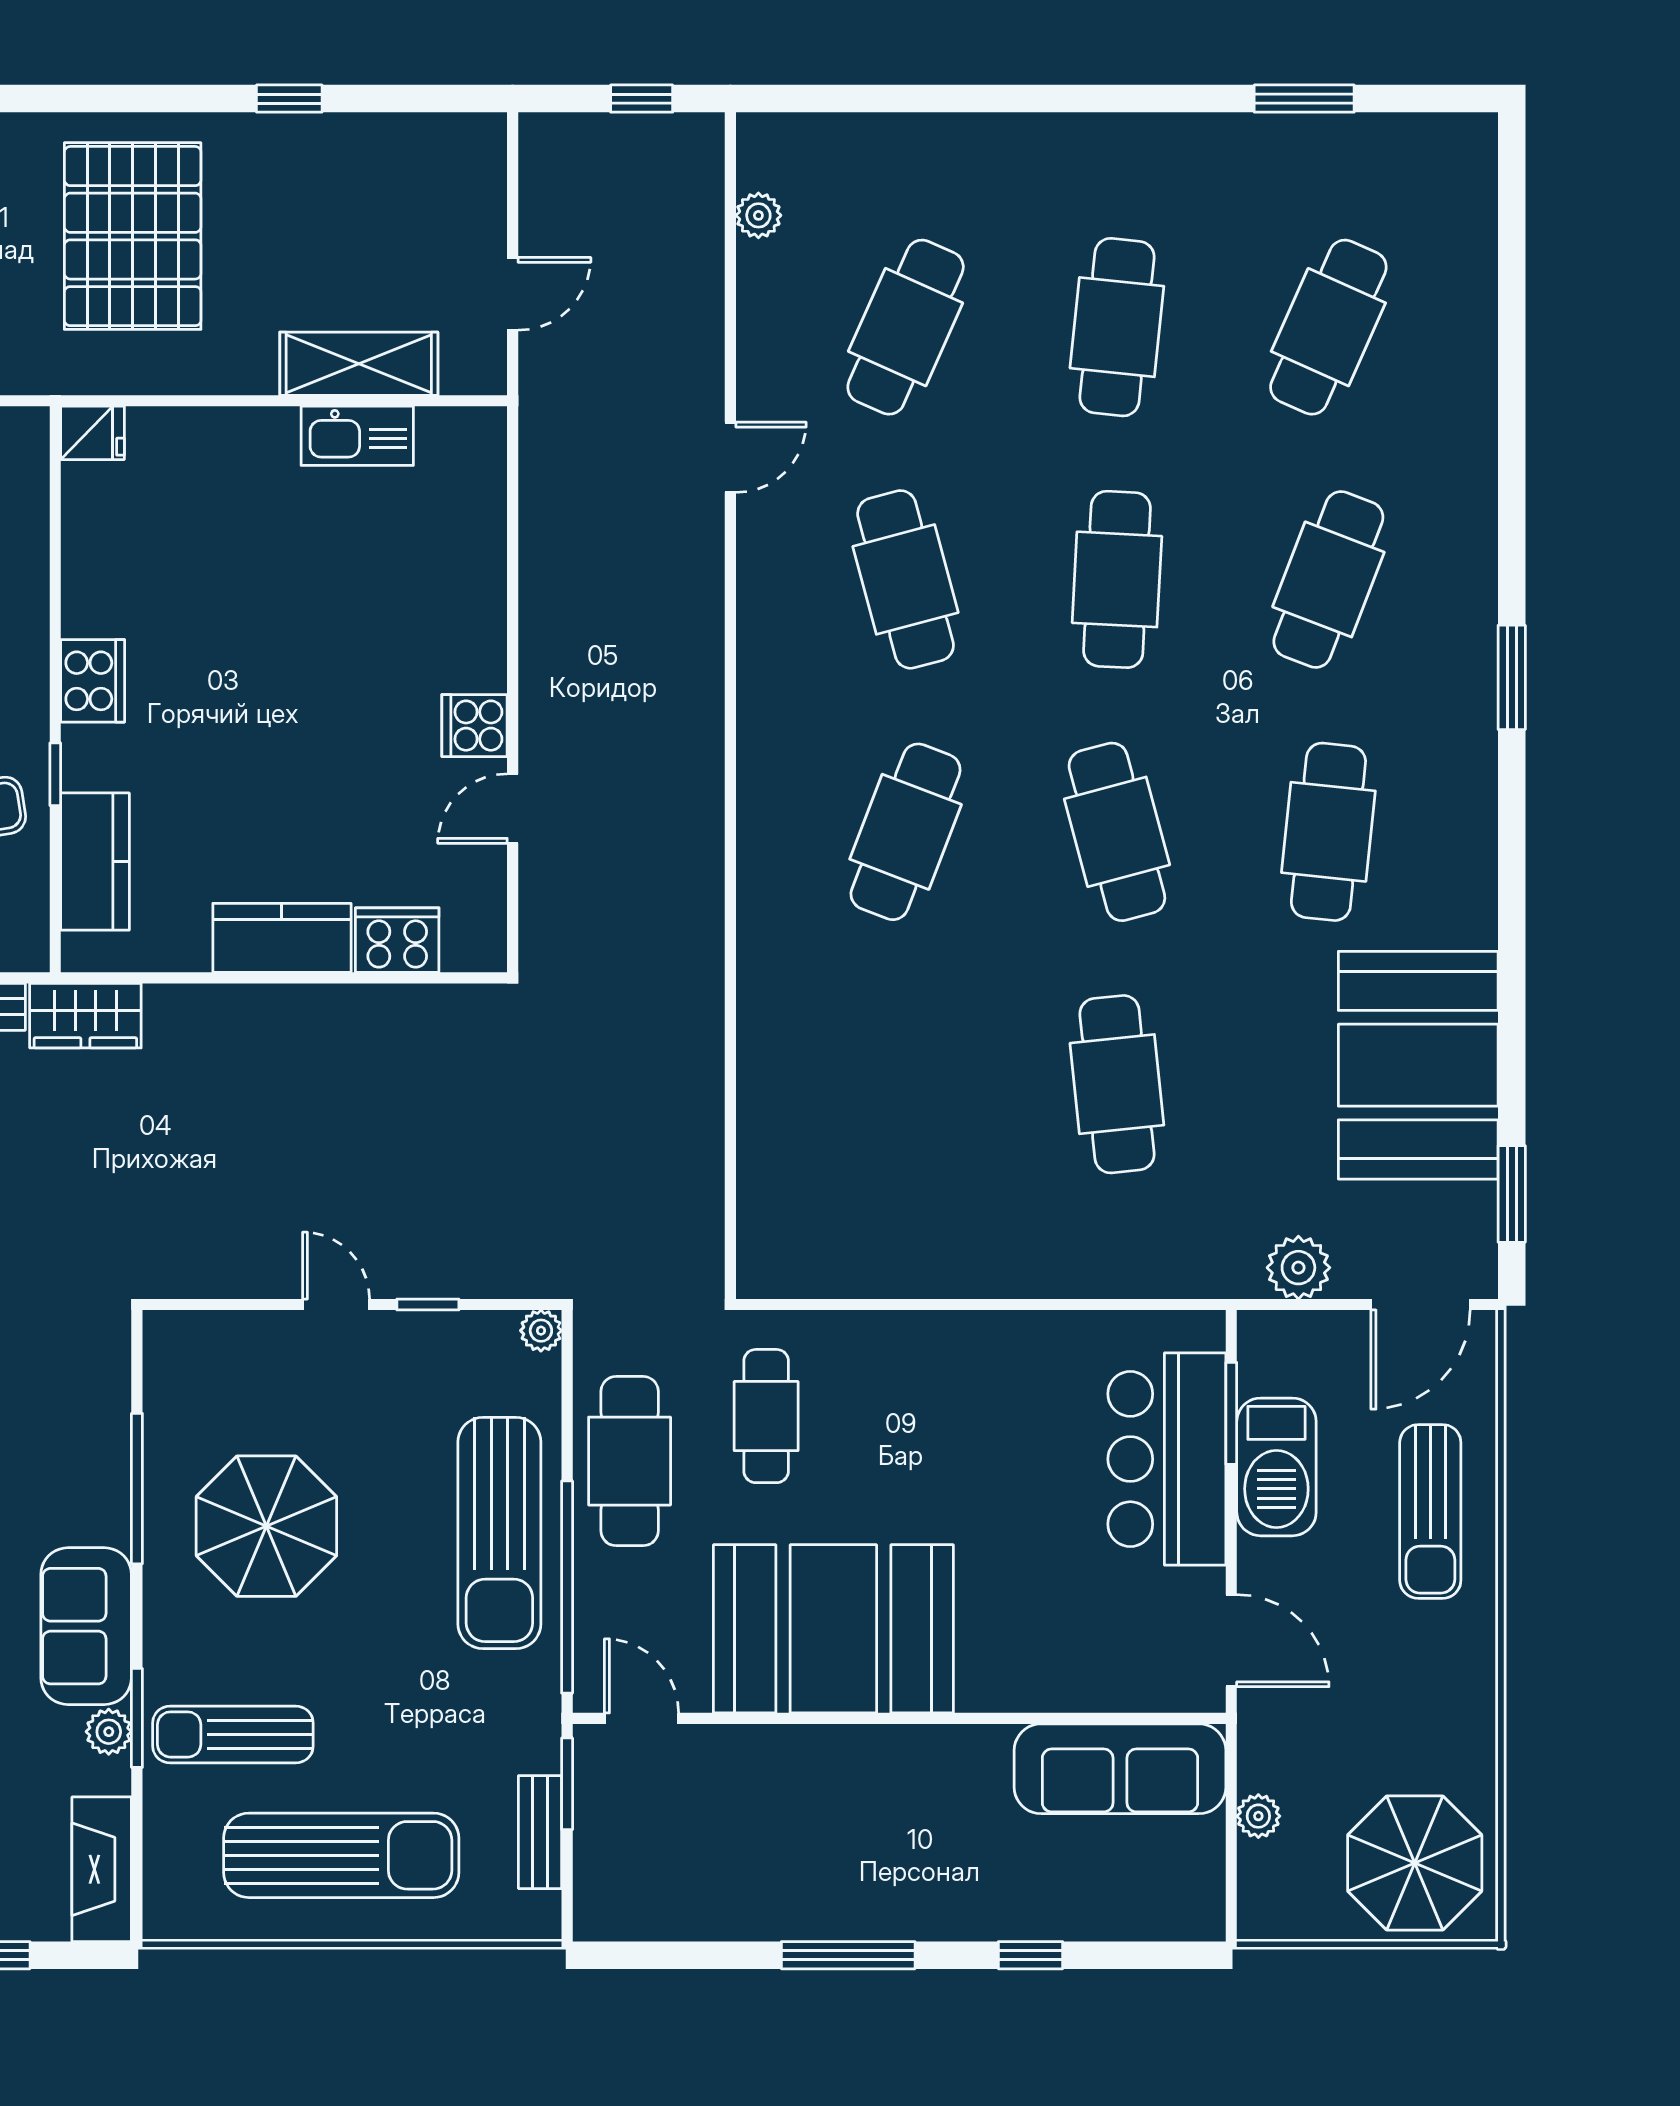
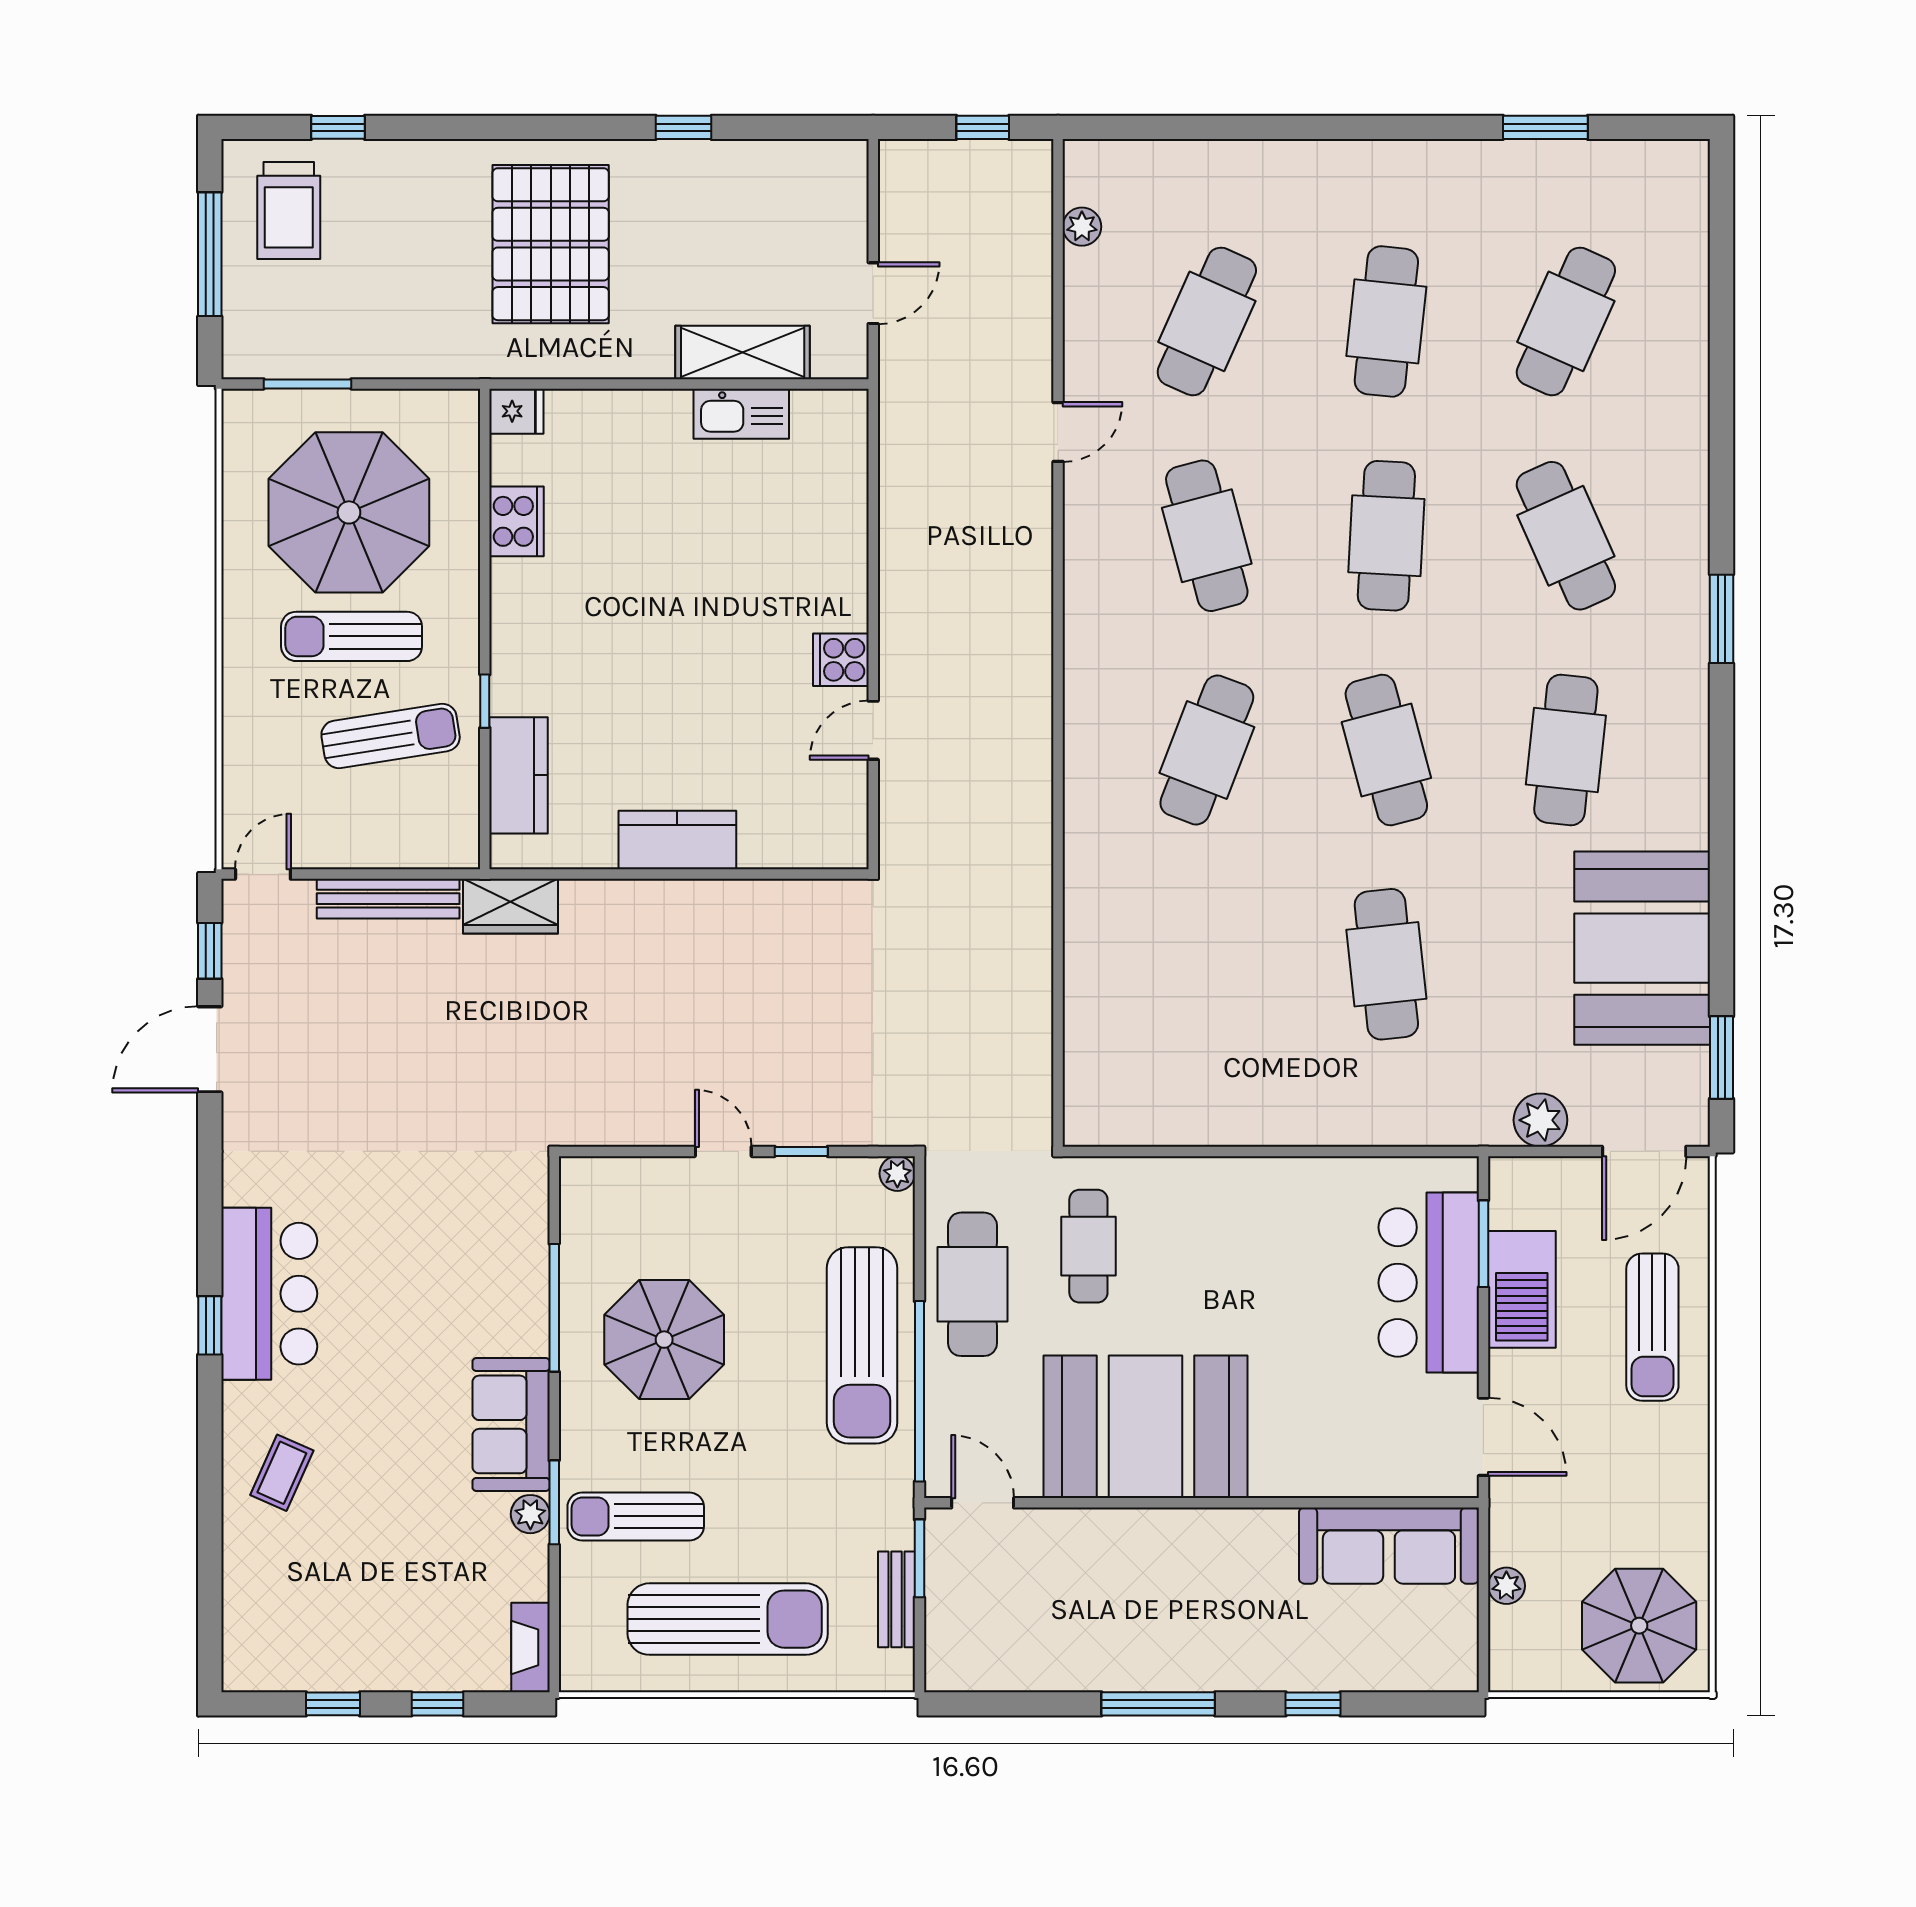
cafe table: (1328, 579) -> (1566, 536), turned -45
cooker: (93, 681) -> (517, 521), moved
cooker: (397, 940) -> (775, 842), removed
fireplace: (102, 1869) -> (530, 1647), width x0.73, depth x0.76

